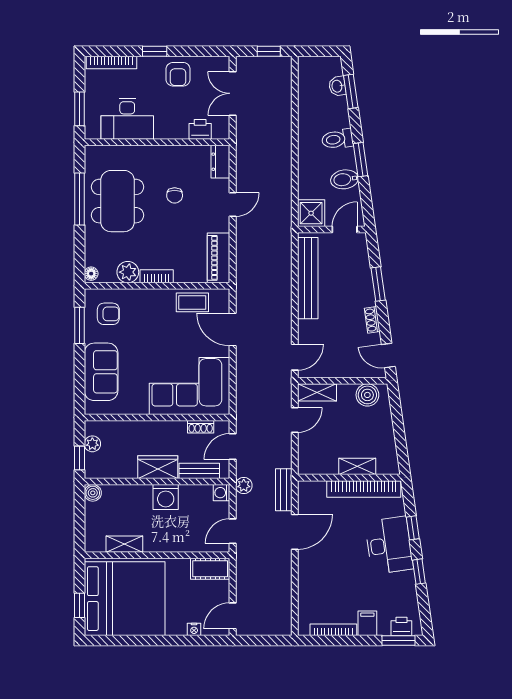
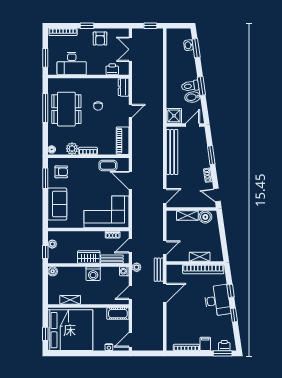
toilet: (337, 139) -> (190, 86), moved
shelving: (317, 392) -> (187, 215), moved
door: (295, 420) -> (165, 248), moved

